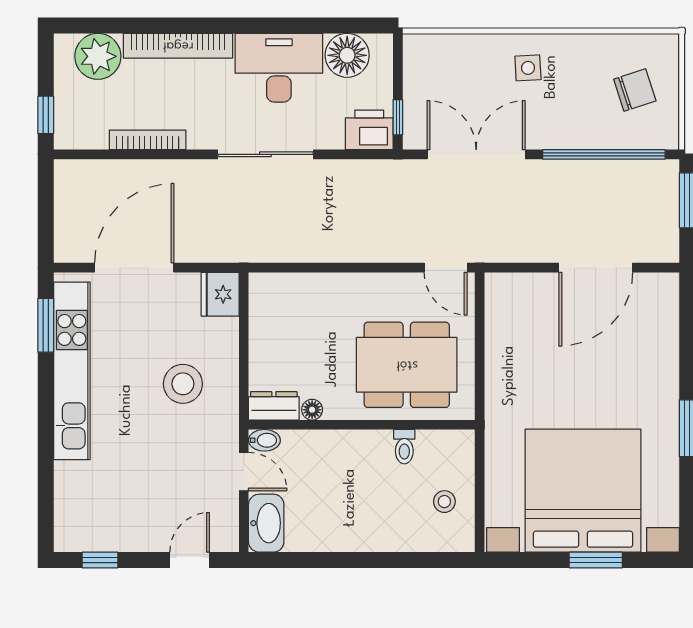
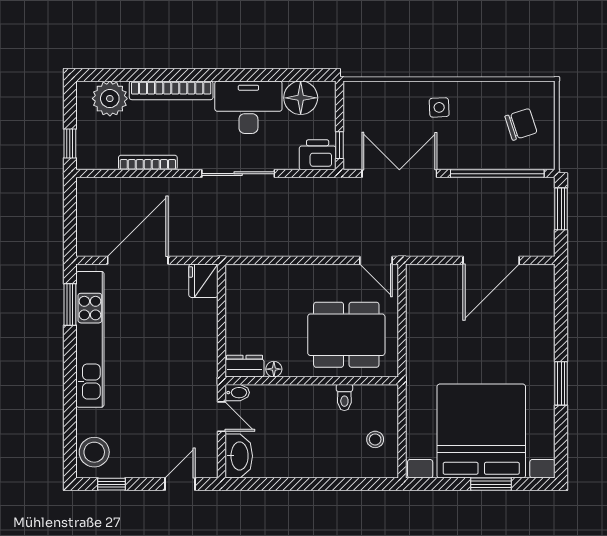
stool: (183, 384) -> (94, 452), moved

